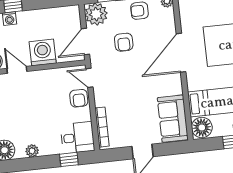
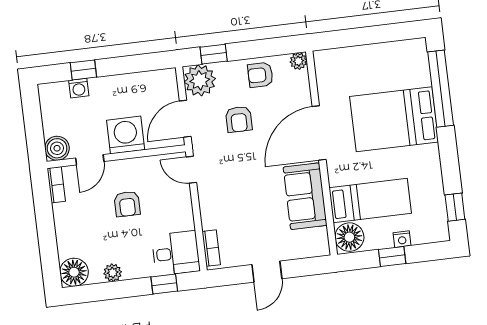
door: (17, 70) -> (90, 160), swing flipped
armchair: (79, 98) -> (127, 204), moved
sofa: (173, 119) -> (305, 196), moved
bookcase: (102, 127) -> (211, 248), width x0.64

